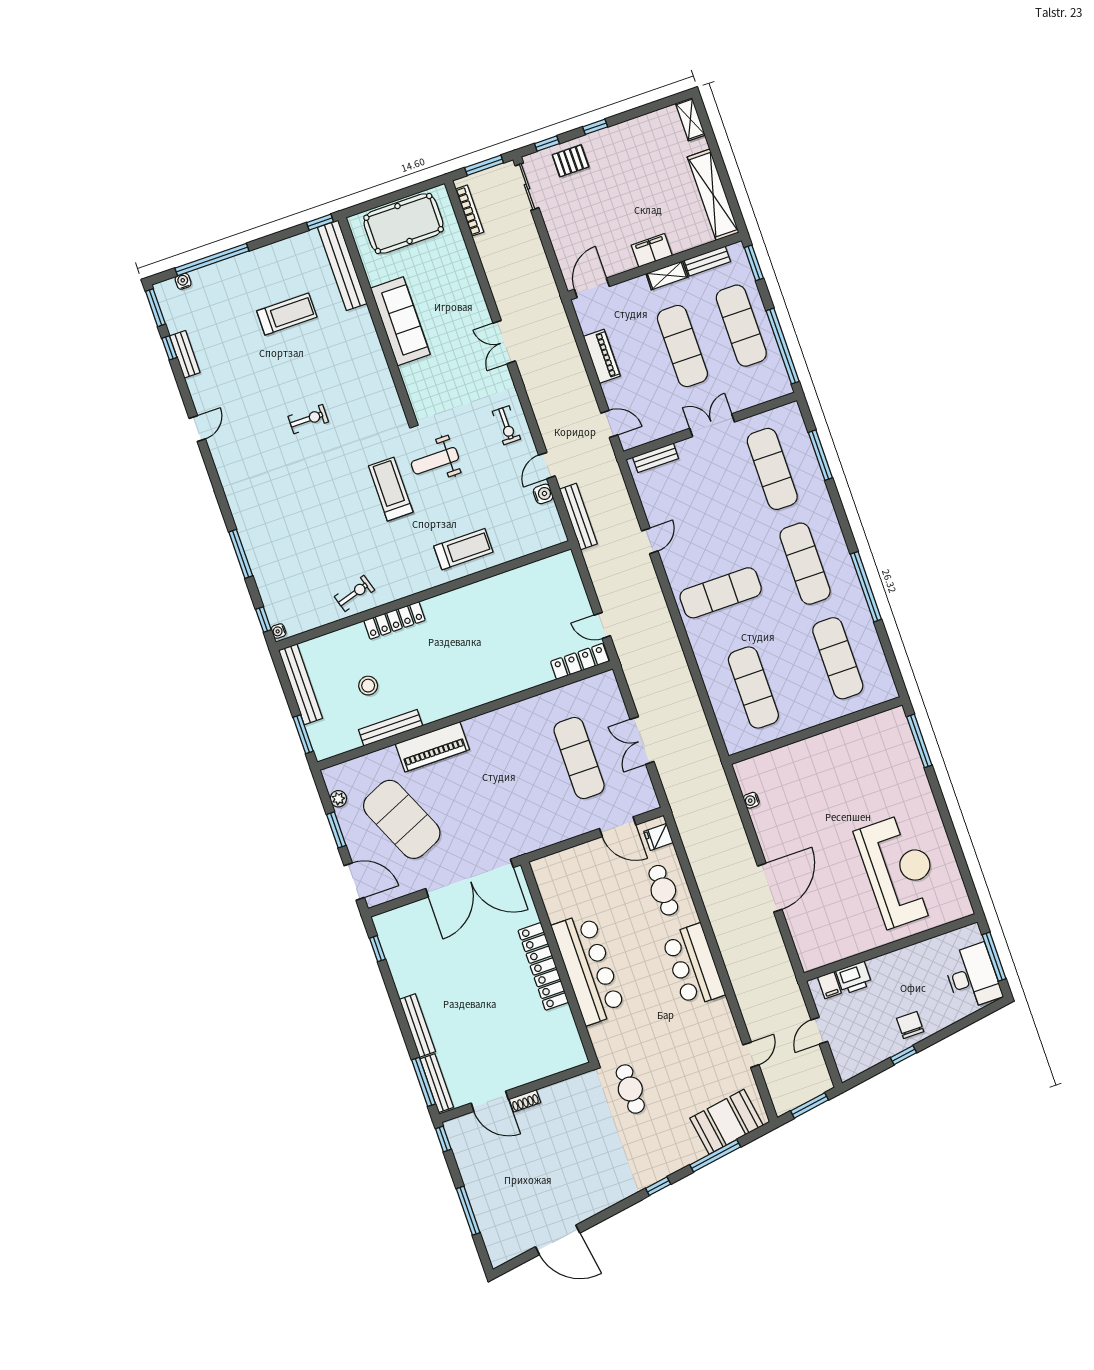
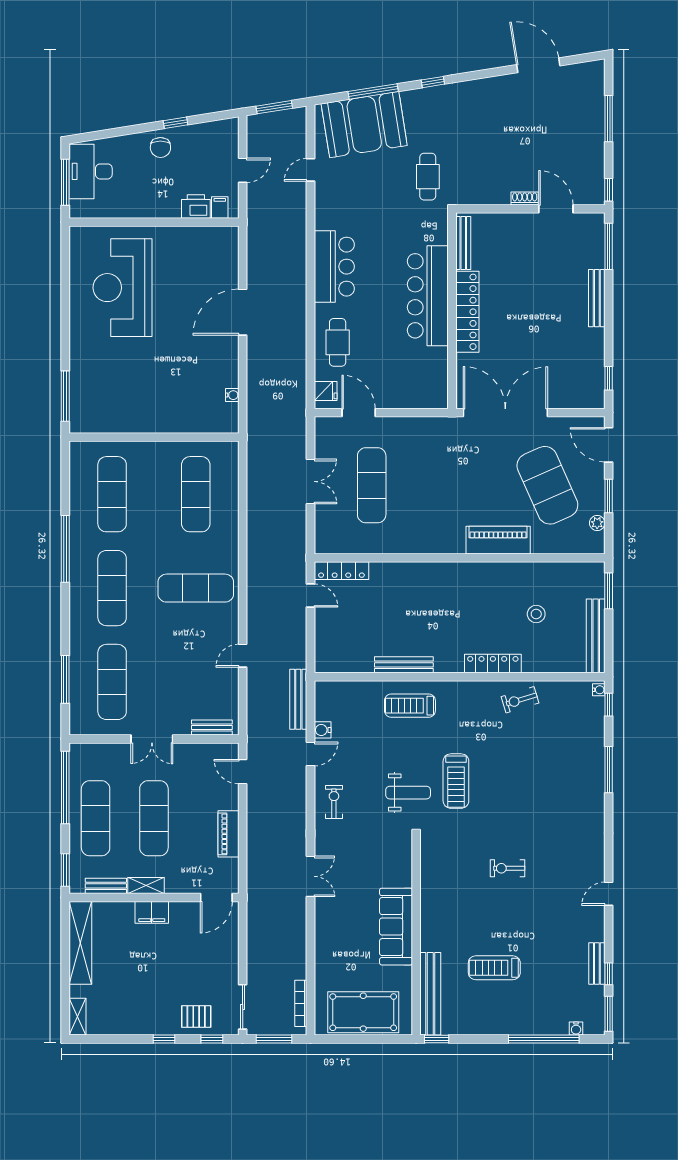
bench: (391, 728) -> (404, 665), moved
bench: (437, 1083) -> (463, 243), moved
booth: (726, 1122) -> (364, 125), width x1.36, depth x1.42

